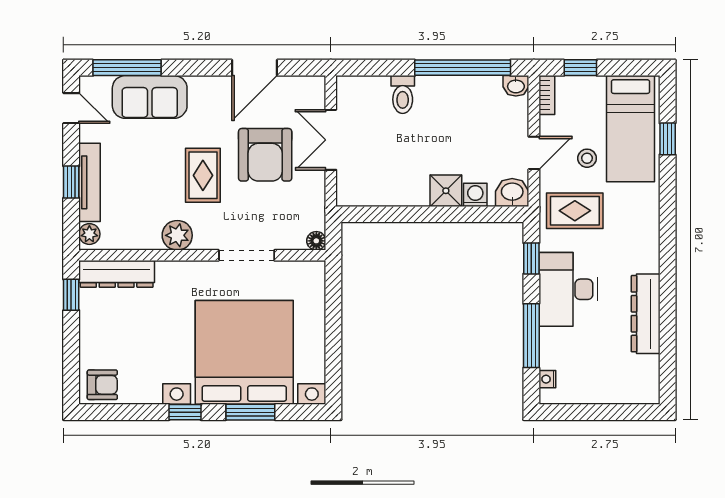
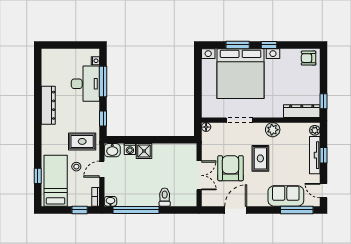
desk: (568, 289) -> (85, 84), moved
dresser: (646, 314) -> (48, 105), moved

